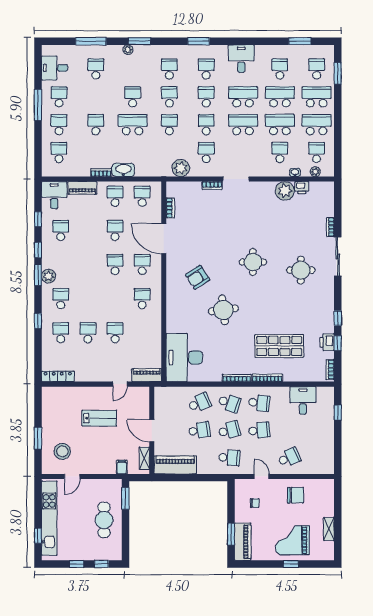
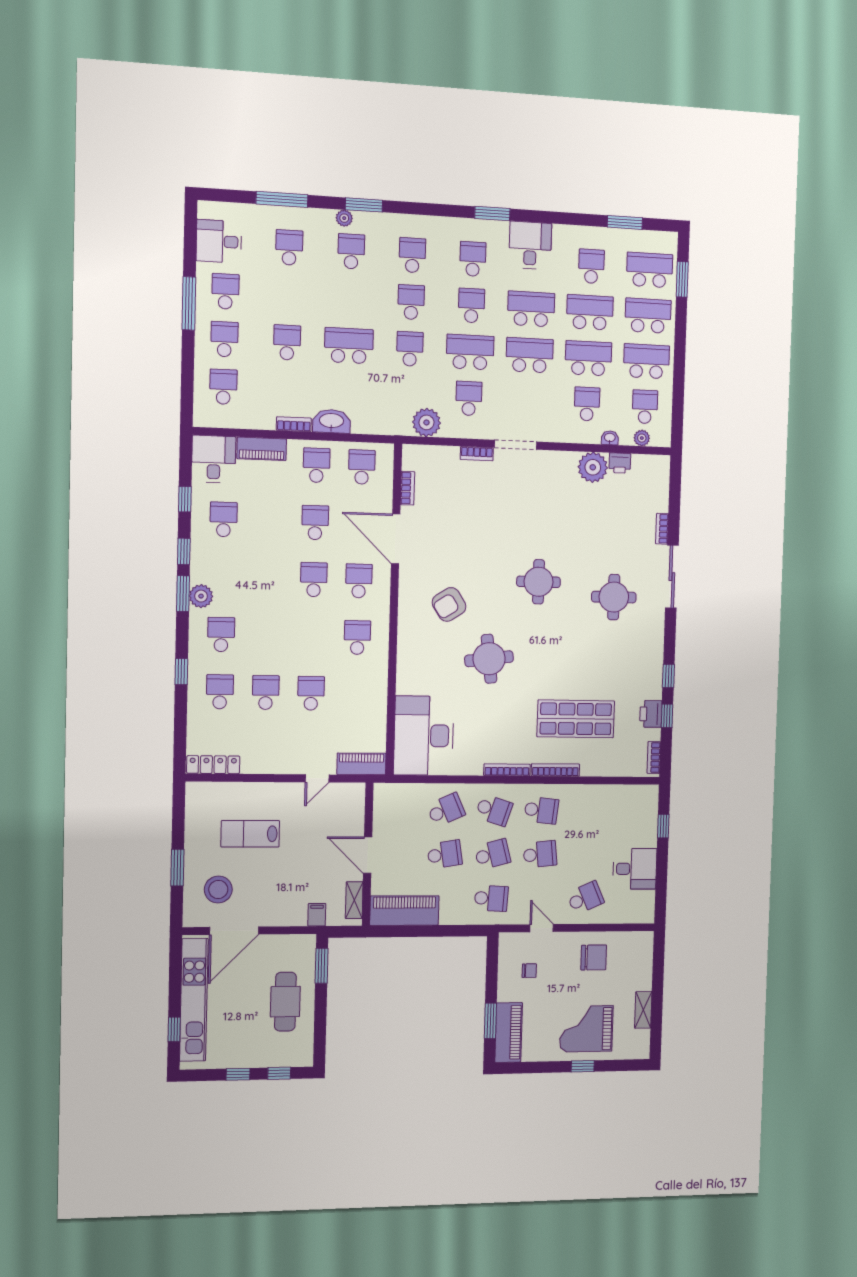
window: (199, 41) -> (492, 214), moved
school desk: (317, 69) -> (650, 270), width x1.85
school desk: (133, 97) -> (351, 251), moved
school desk: (206, 125) -> (470, 352), width x1.85
desk: (303, 400) -> (635, 869), moved, turned 90
lab bench: (99, 418) -> (250, 834), moved, turned 180
door: (72, 476) -> (234, 931), width x1.88

